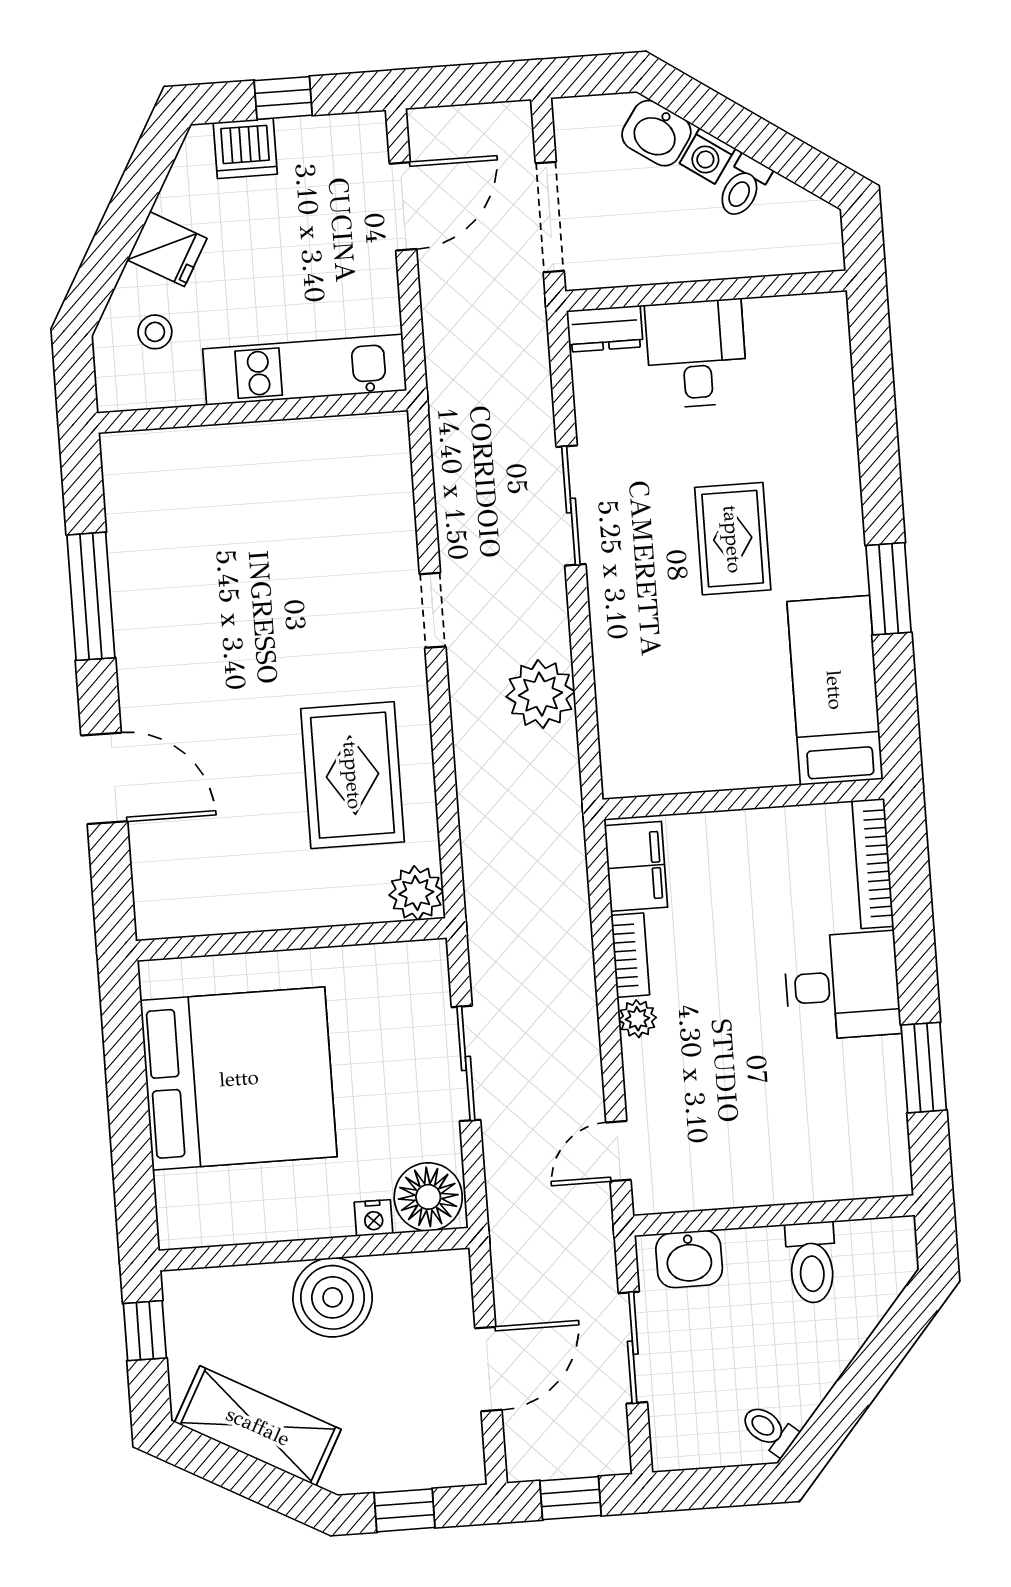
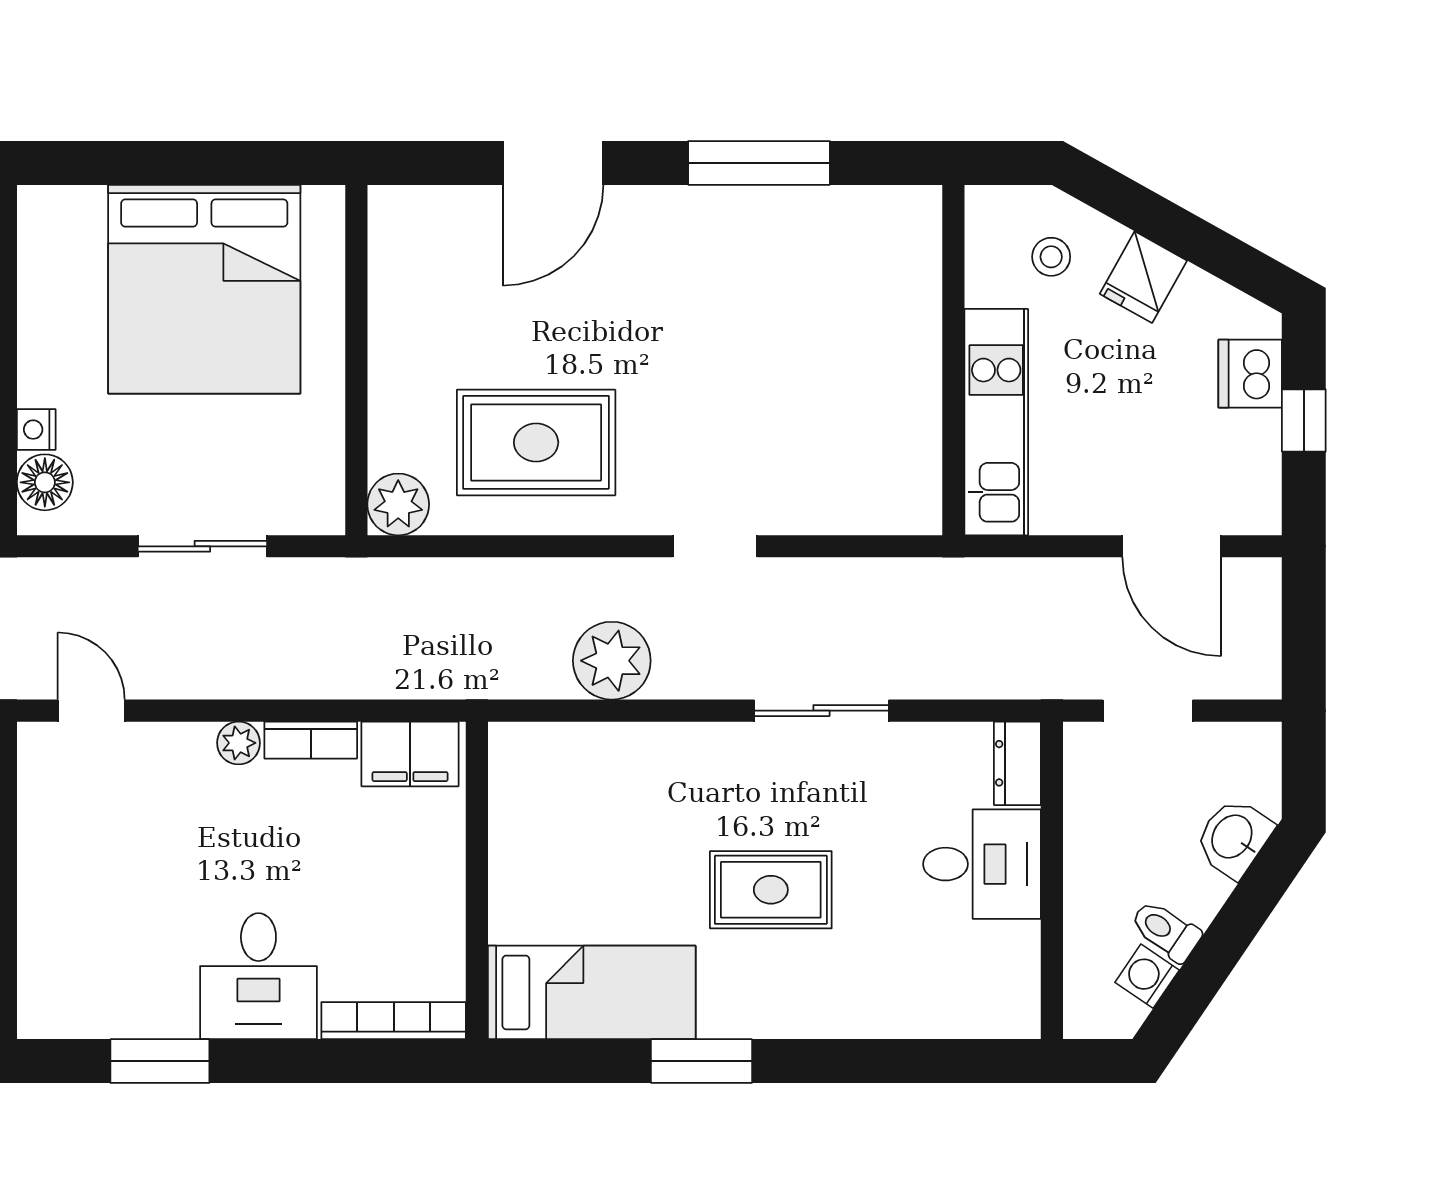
washing machine: (707, 156) -> (1147, 976), moved
doorway: (550, 217) -> (1148, 711), width x0.73
floor lamp: (428, 1197) -> (45, 482), width x0.73, depth x0.73

